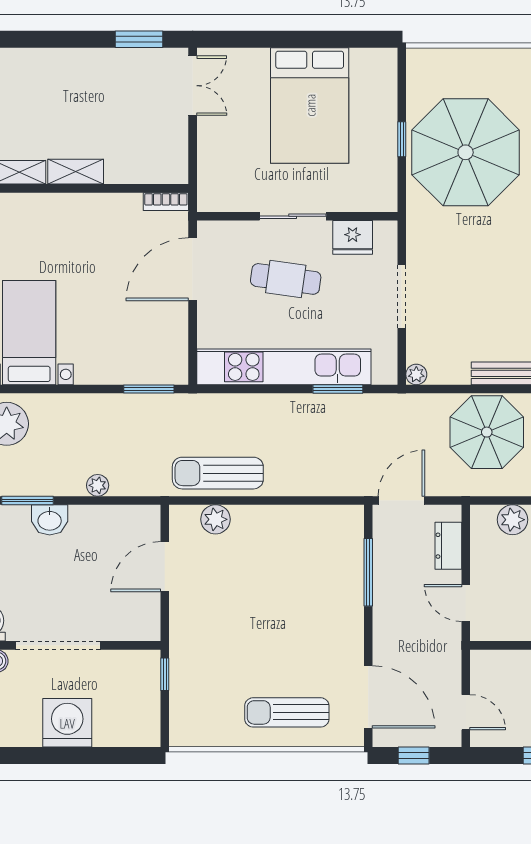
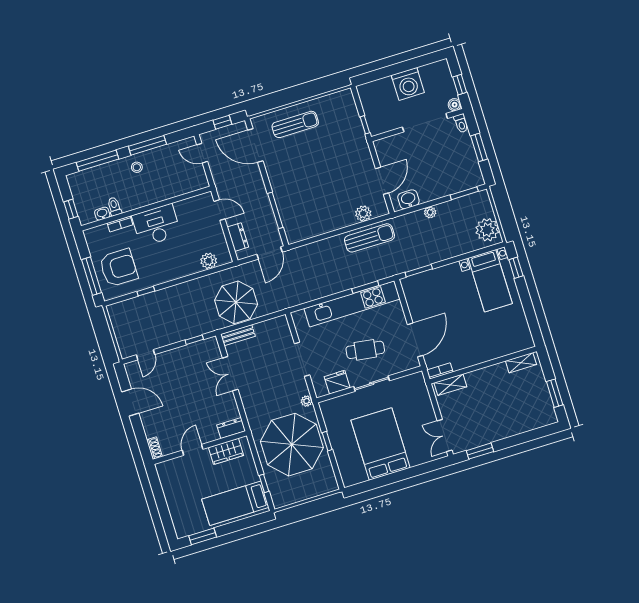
shelving: (76, 172) -> (450, 385), moved
plant: (416, 374) -> (307, 401), moved
window: (338, 389) -> (365, 287), moved
washbasin: (50, 520) -> (408, 199), moved

